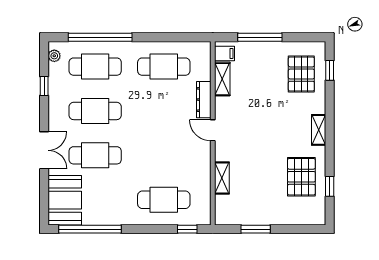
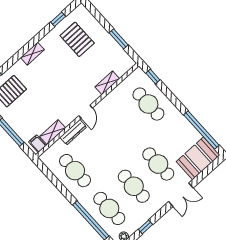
double door: (44, 150) -> (181, 195), swing flipped
pallet: (301, 177) -> (77, 39), moved, turned 90

